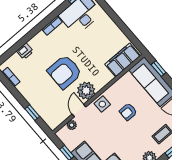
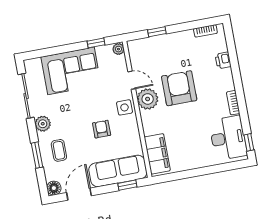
plant: (72, 125) -> (118, 49), moved

